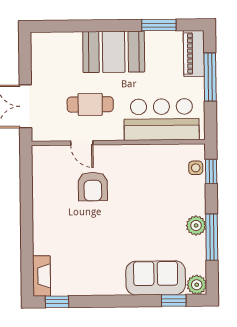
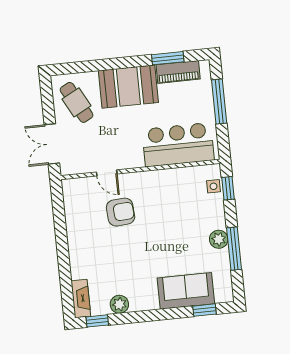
piano: (194, 53) -> (178, 72), moved, turned -90
cafe table: (90, 104) -> (77, 102), moved, turned 62
armchair: (93, 187) -> (121, 212), turned -94
plant: (197, 285) -> (119, 304), moved

